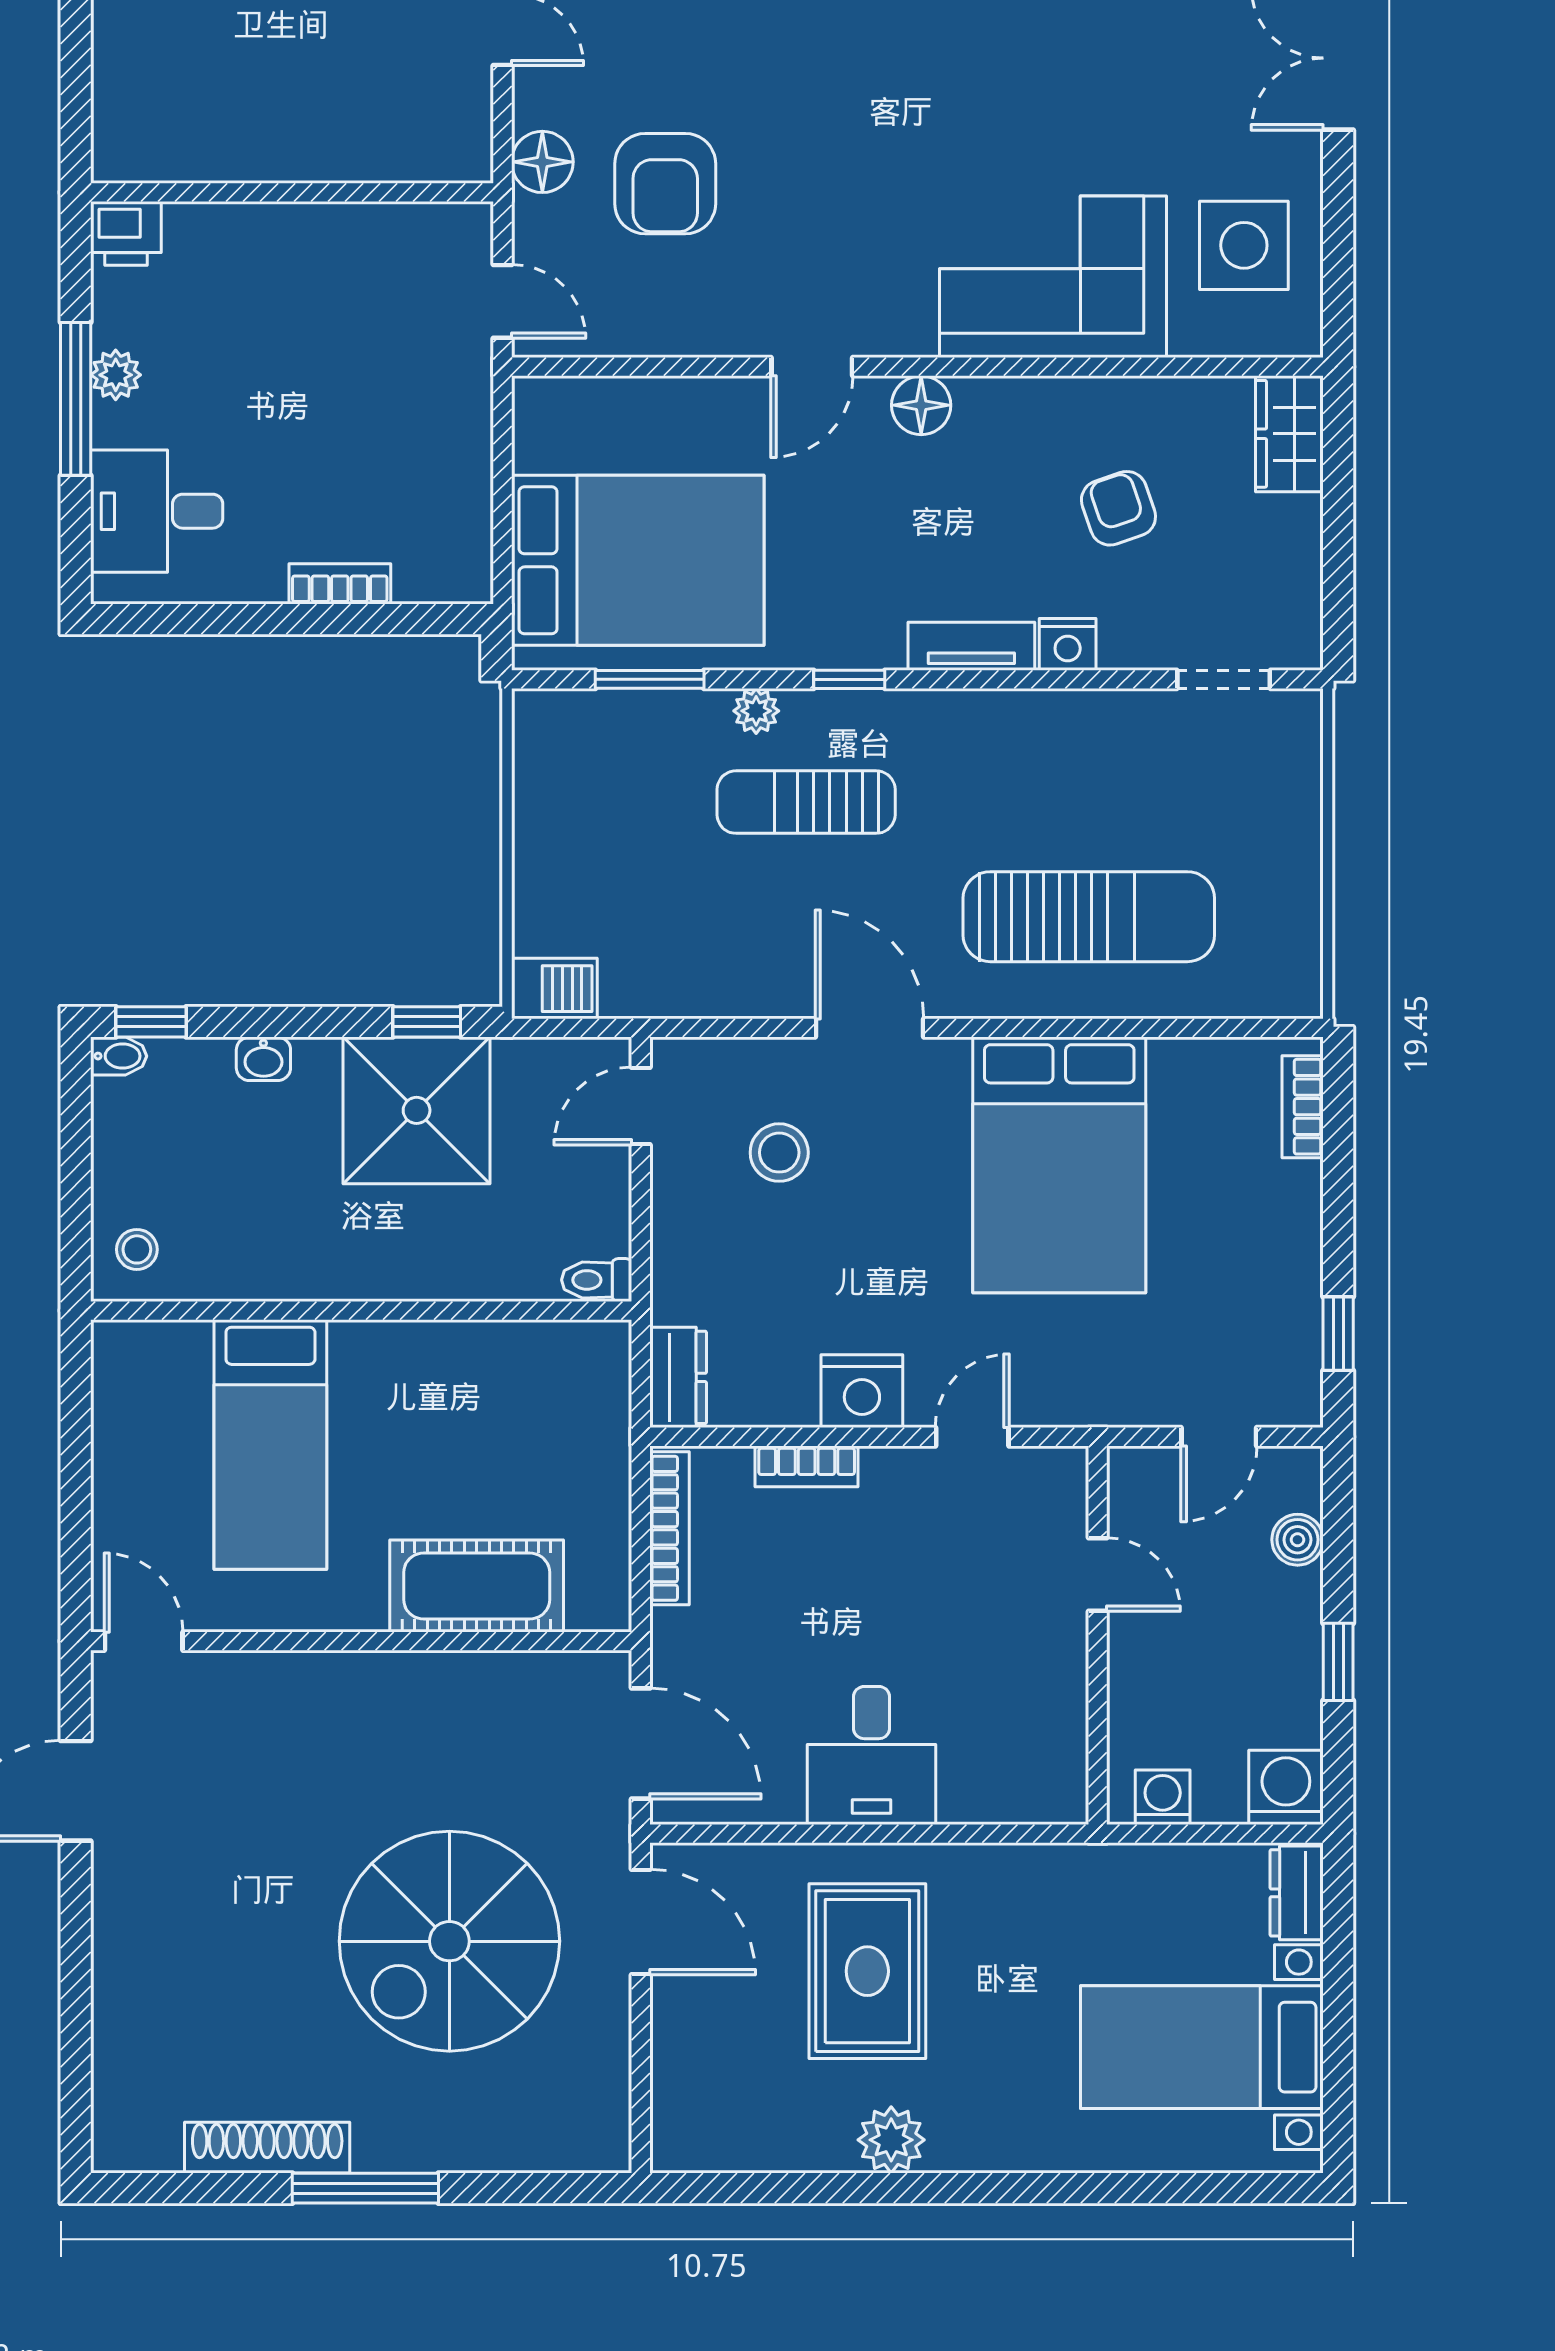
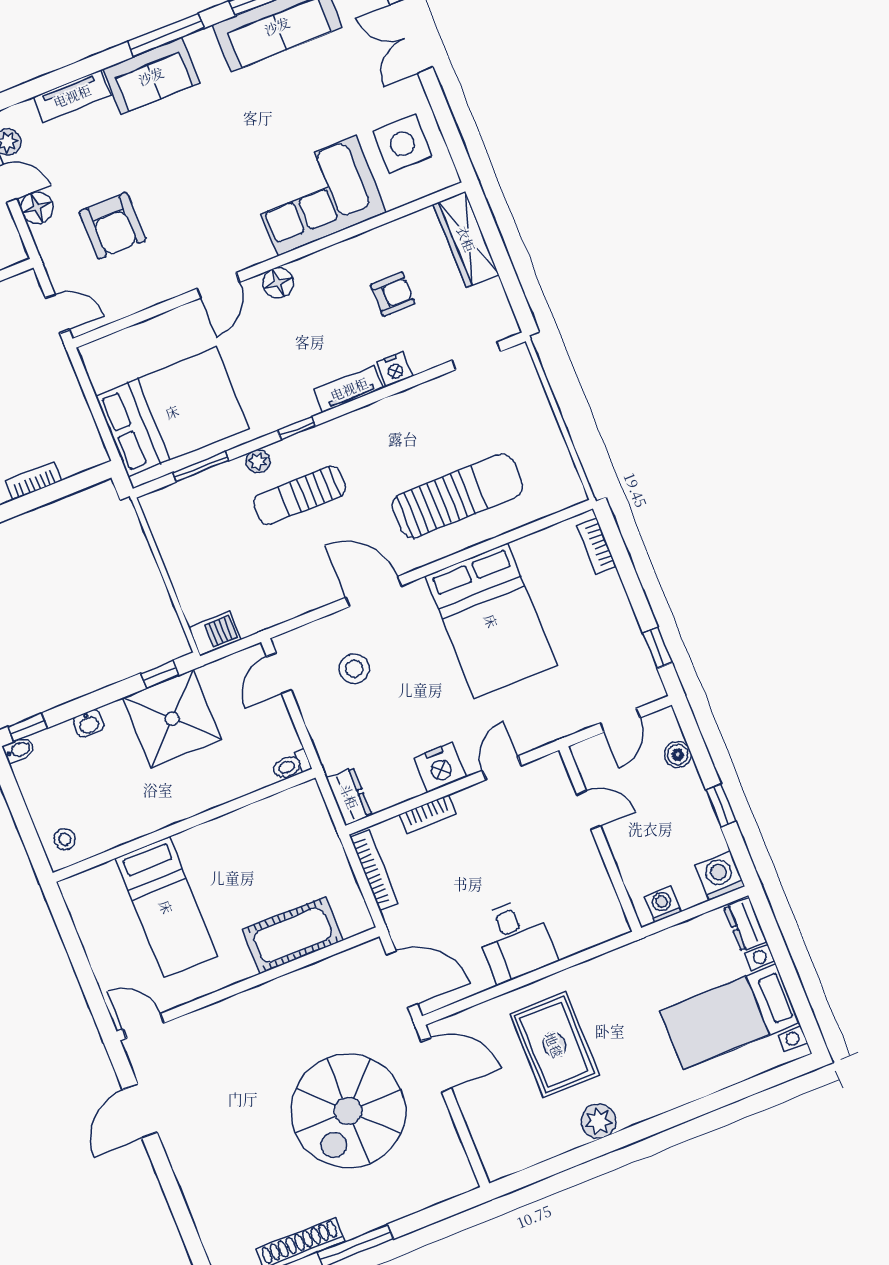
floor lamp: (542, 162) -> (37, 208), moved
wardrobe: (1289, 434) -> (466, 239), width x1.50
armchair: (1118, 508) -> (393, 294), turned 109

